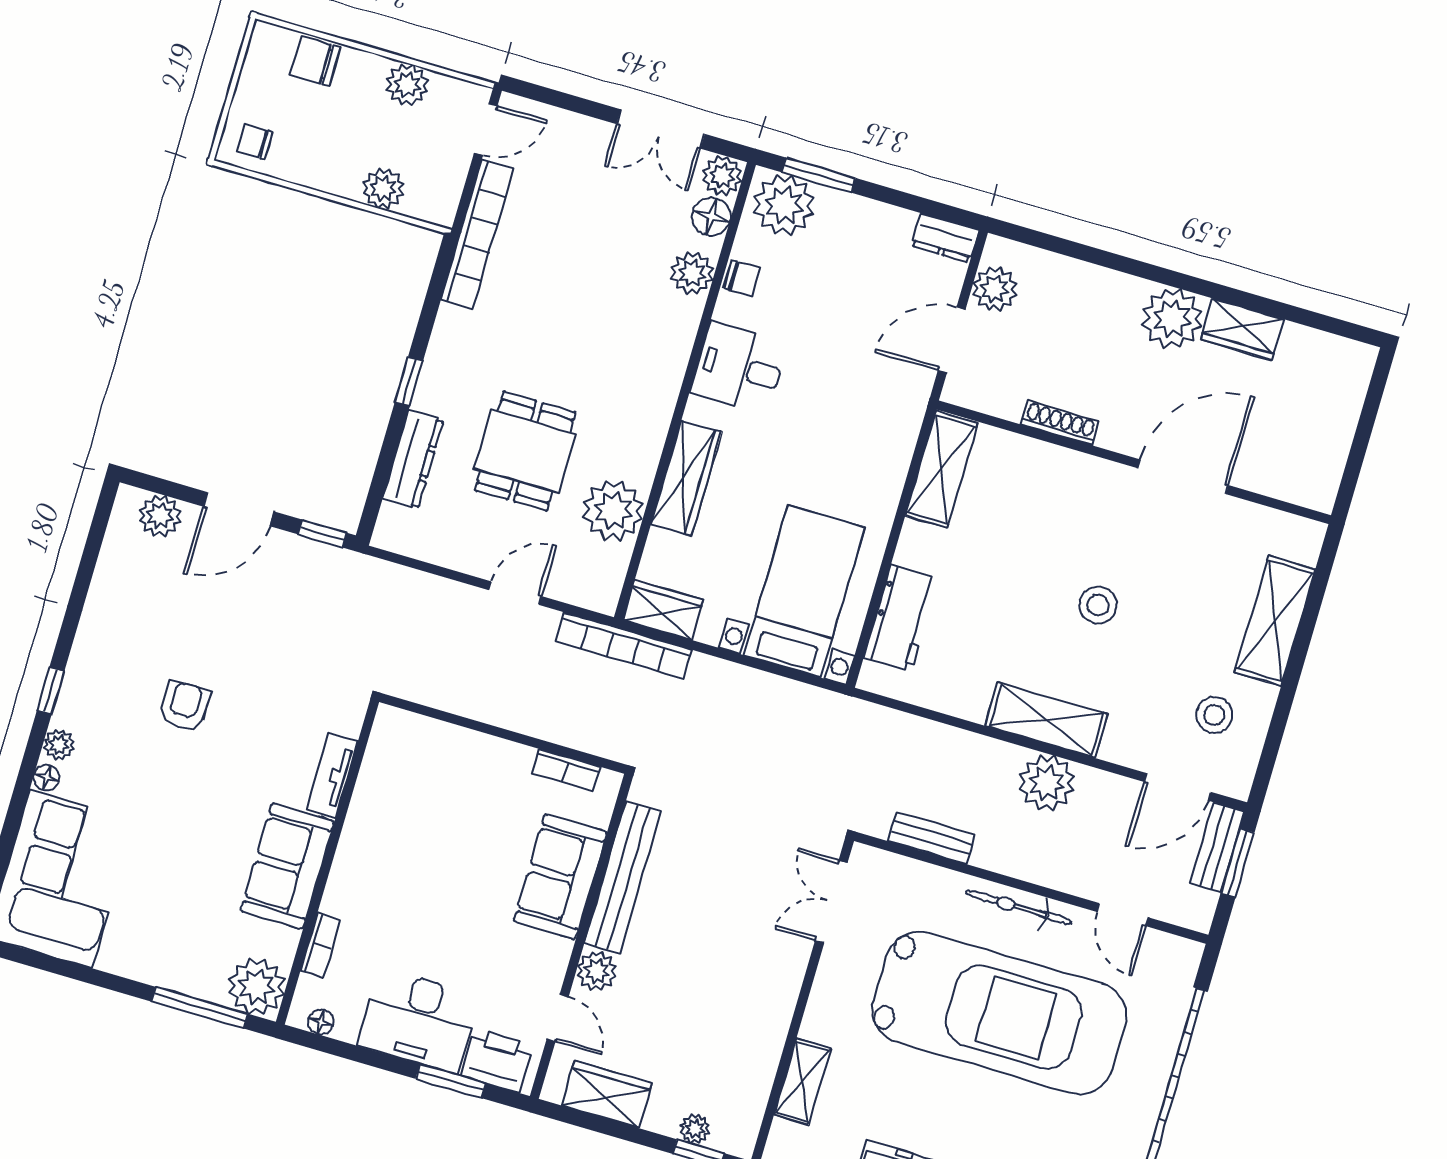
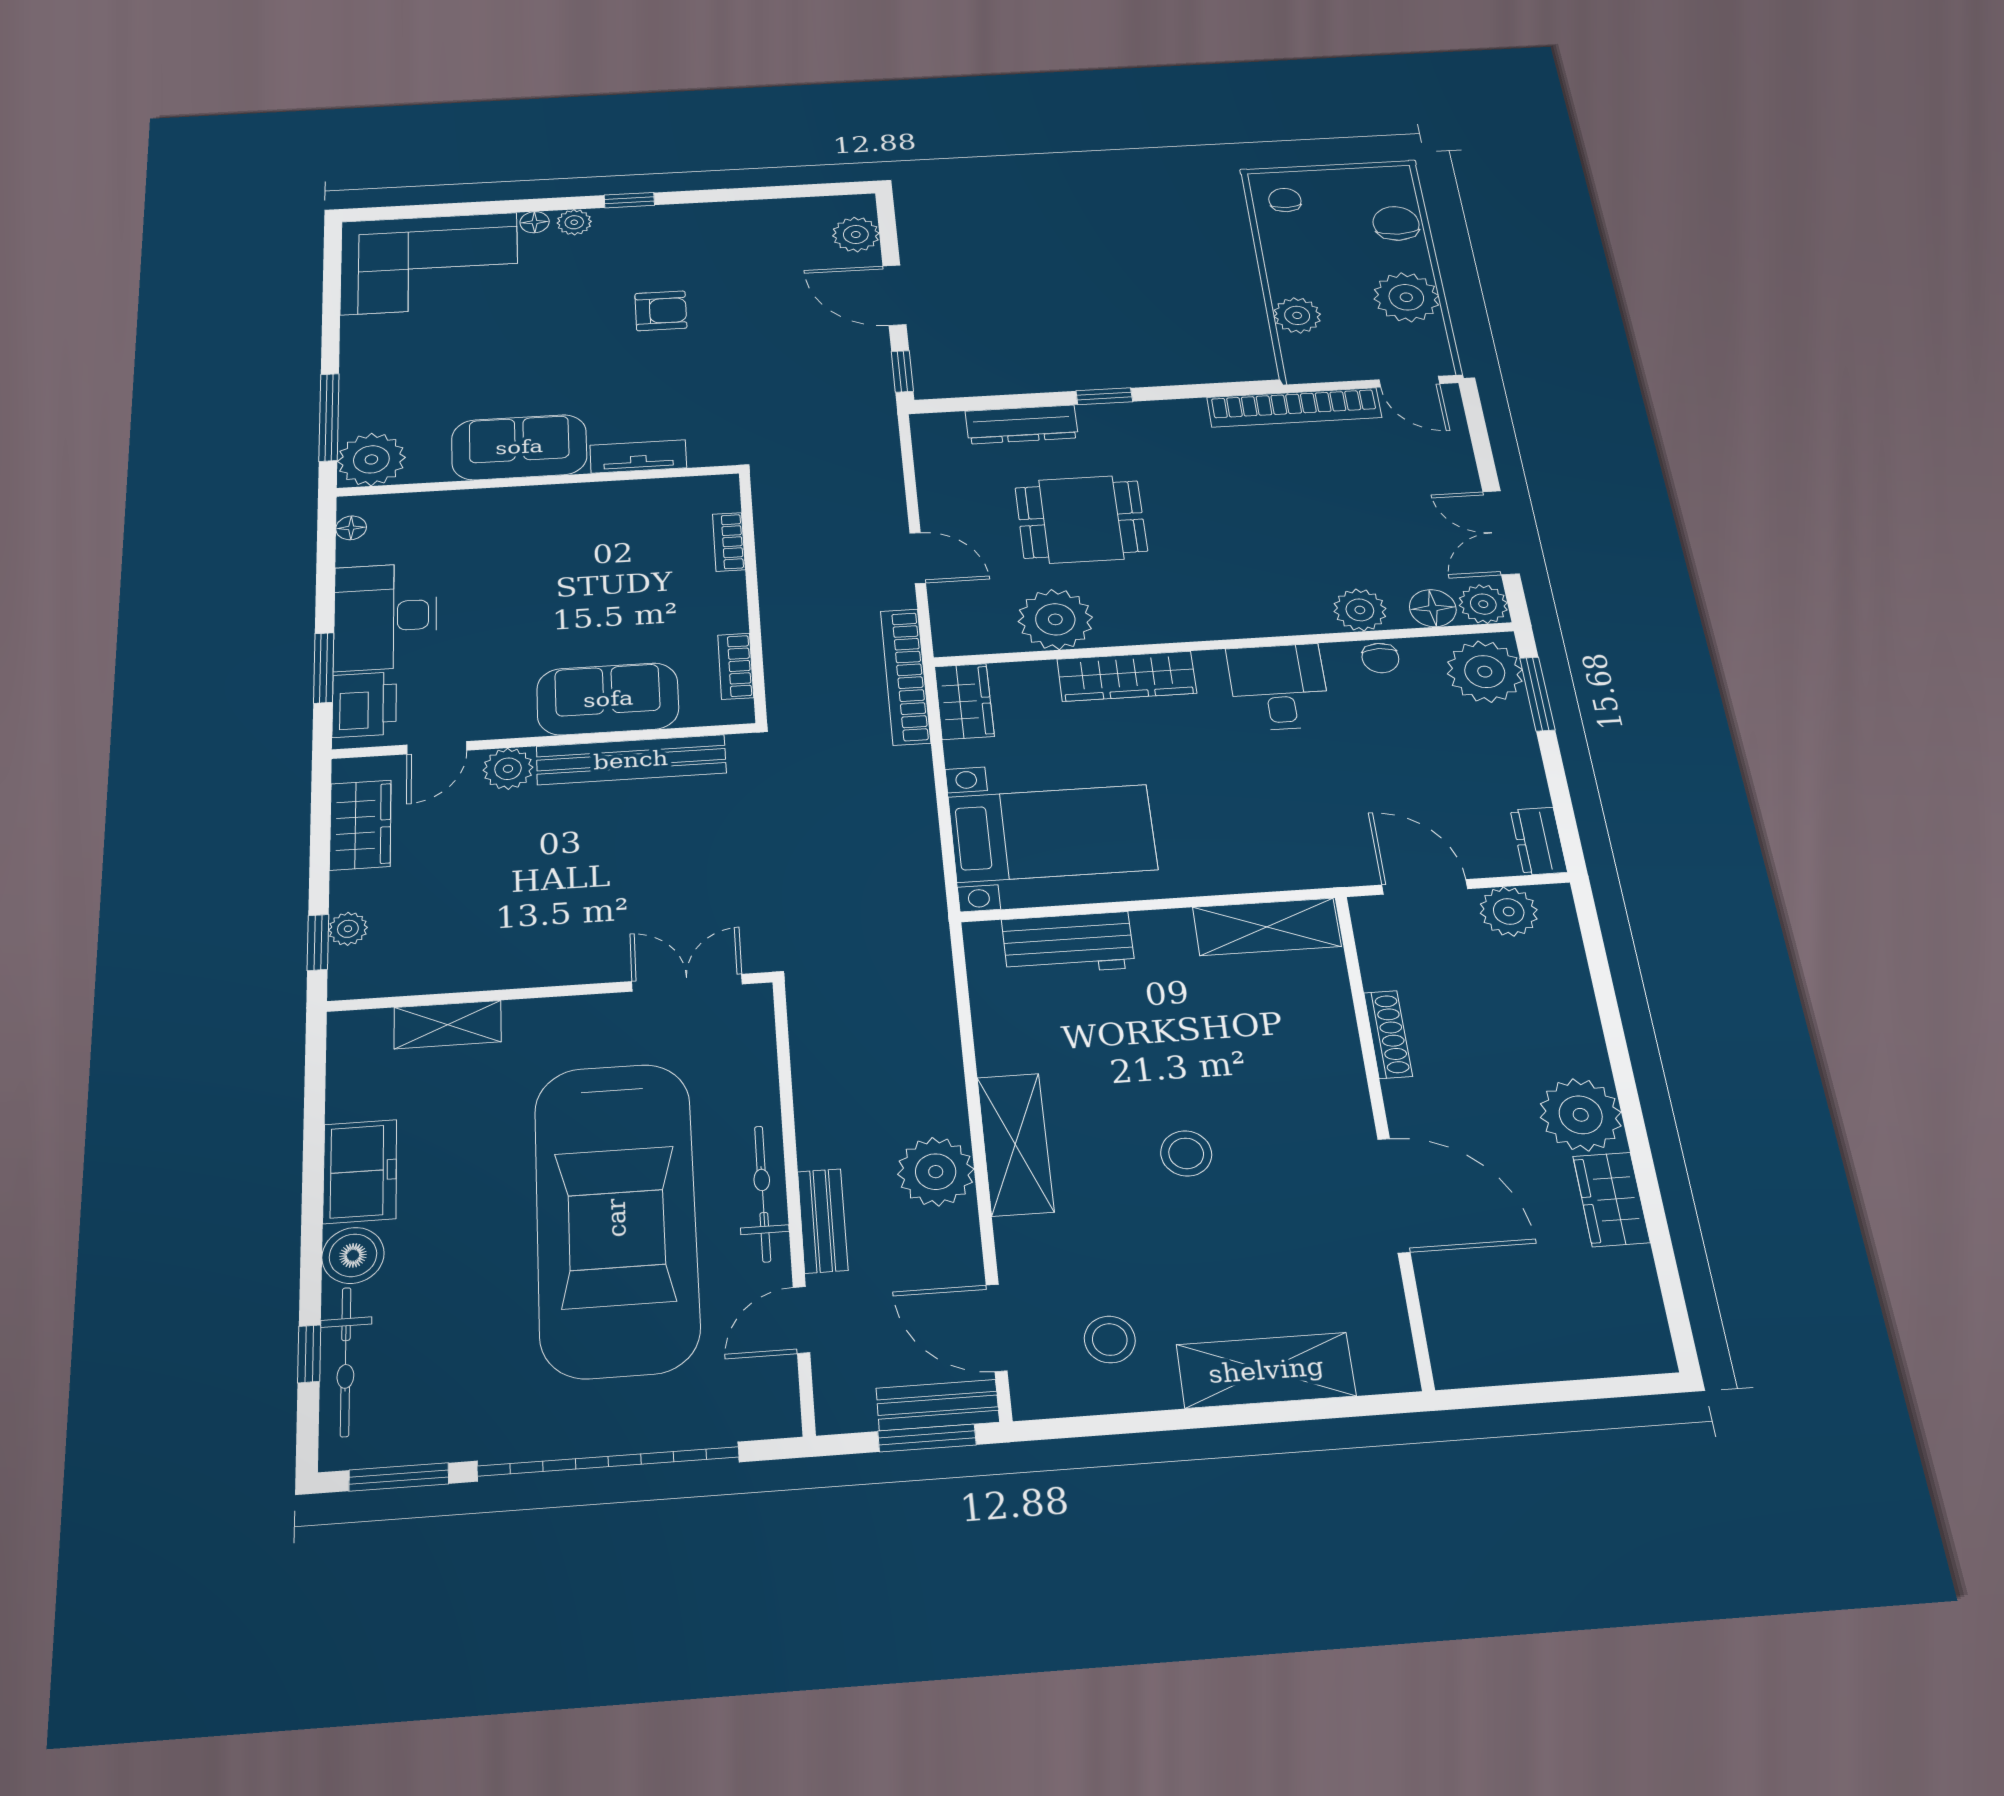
plant: (407, 85) -> (1406, 297), width x1.36, depth x1.36
bench: (932, 838) -> (823, 1221), moved
bookcase: (320, 945) -> (729, 542), moved, turned 90

